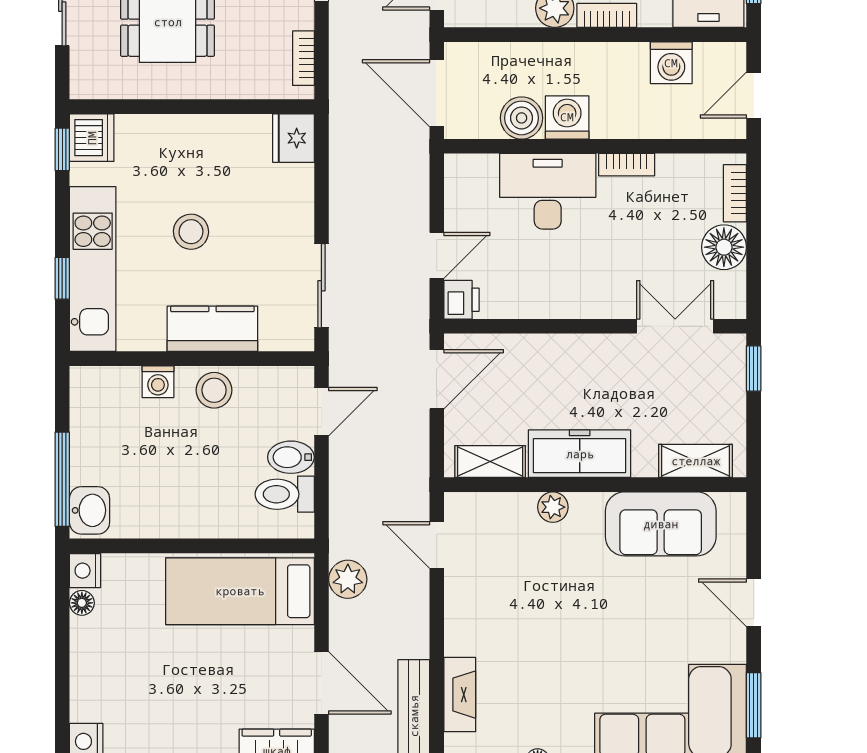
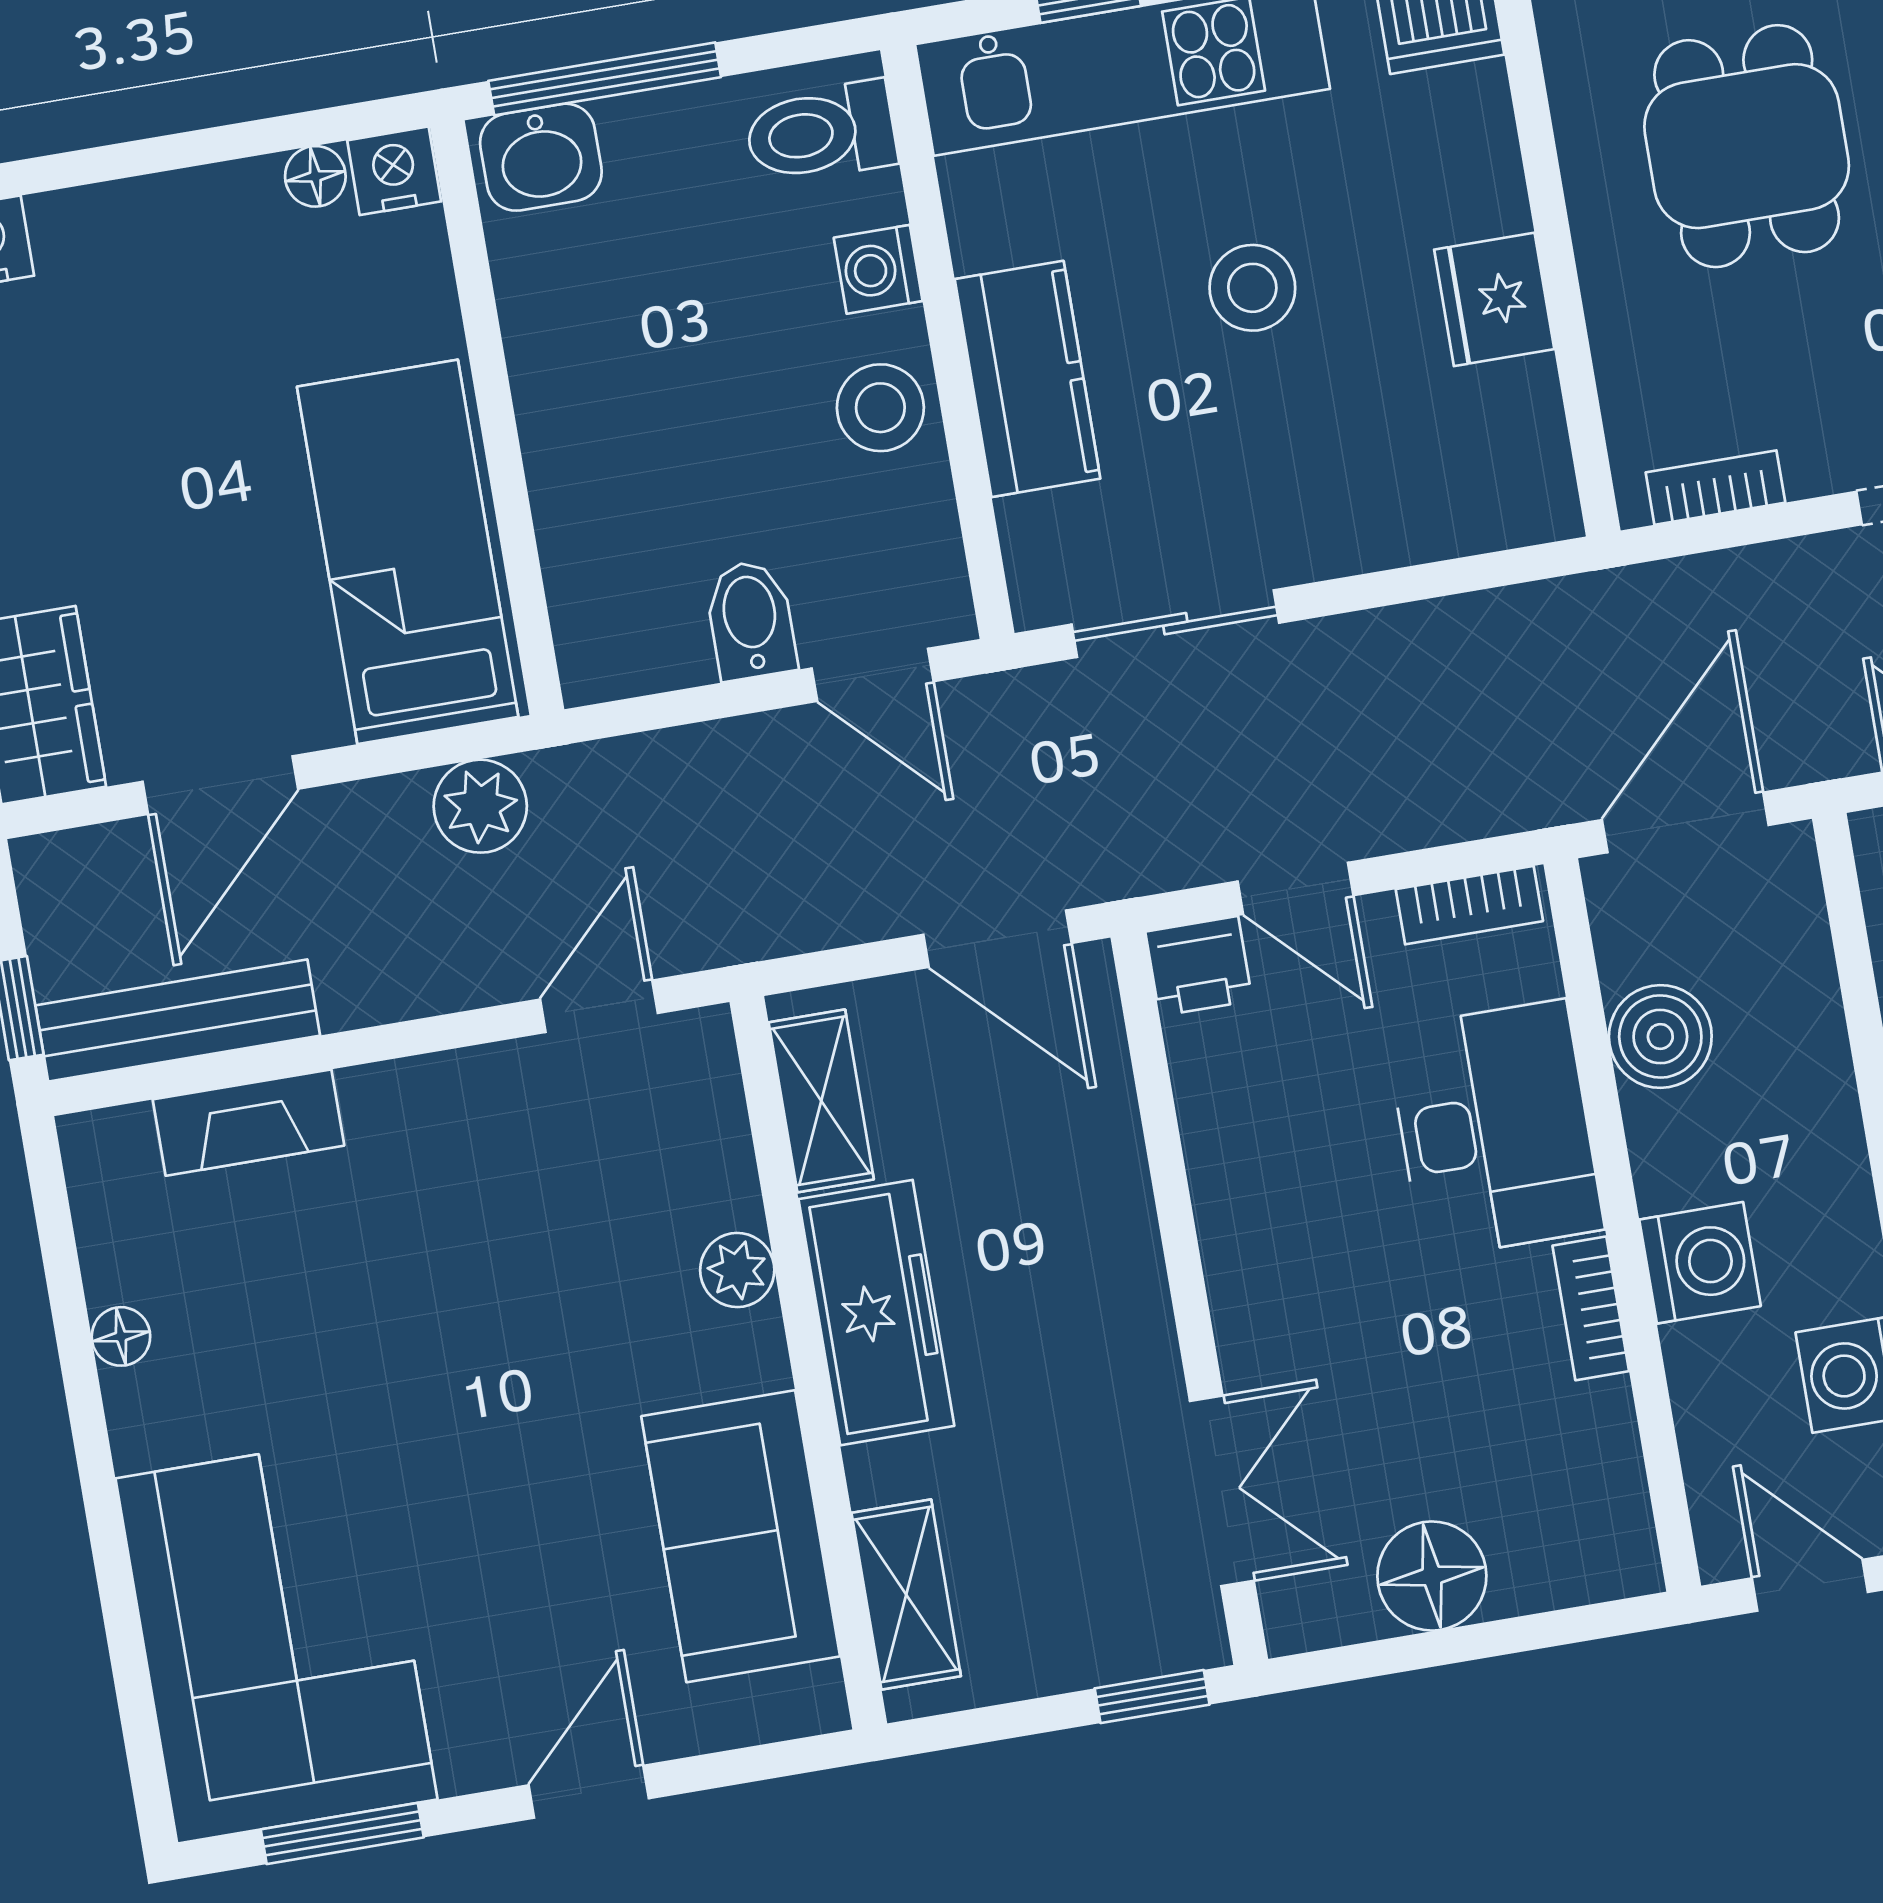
washing machine: (567, 117) -> (1700, 1263), moved
fridge: (293, 138) -> (1494, 299), moved, turned -90
bookcase: (735, 193) -> (1469, 905), moved, turned 180
toilet: (285, 494) -> (821, 132), moved, turned -90

